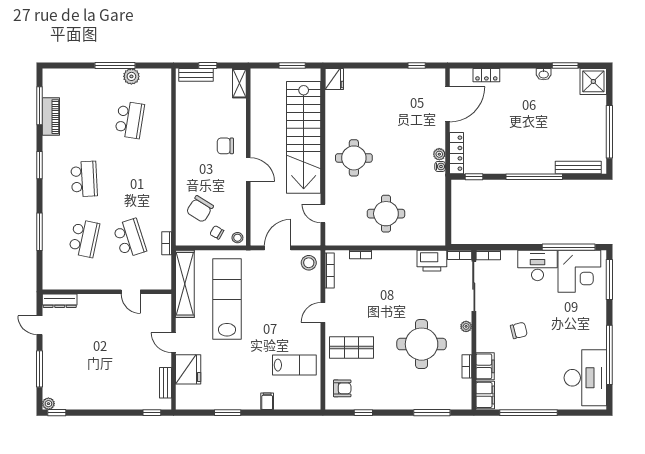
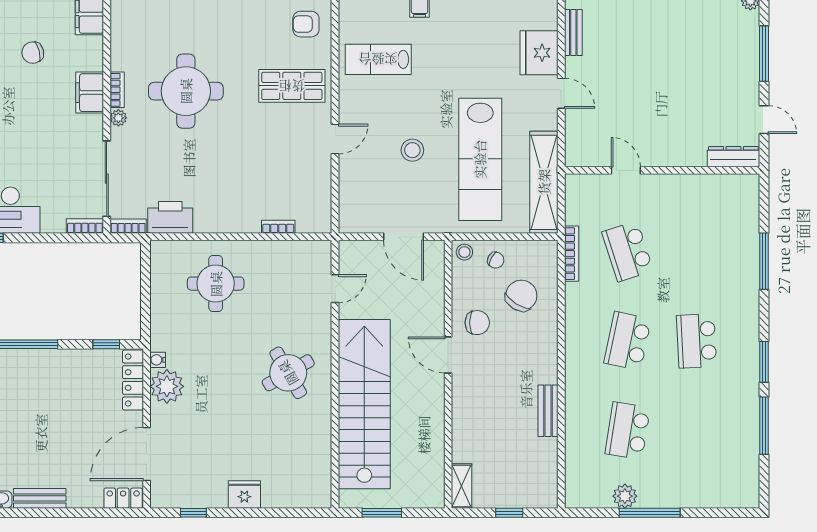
bench: (196, 75) -> (548, 411), moved, turned 90
locker: (486, 75) -> (123, 498), moved
bench: (518, 75) -> (40, 498), added
fridge: (334, 79) -> (244, 494), moved, turned 90
window: (39, 106) -> (764, 426), moved
piano: (51, 117) -> (747, 435), removed
chair: (225, 146) -> (477, 323), moved
plant: (439, 154) -> (167, 386), width x1.88, depth x1.88
round table: (354, 158) -> (288, 373), turned -30
door: (323, 214) -> (335, 289), hinge flipped
round table: (386, 214) -> (216, 284), moved
school desk: (84, 238) -> (628, 341), moved
bookcase: (167, 243) -> (572, 254), width x1.56
door: (278, 248) -> (403, 237), hinge flipped
stool: (309, 263) -> (412, 150), moved
bookcase: (330, 270) -> (325, 202), removed
chair: (519, 330) -> (33, 53), moved
bookcase: (467, 366) -> (117, 90), moved
filing cabinet: (485, 366) -> (90, 93), moved

